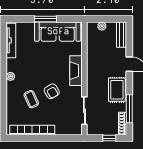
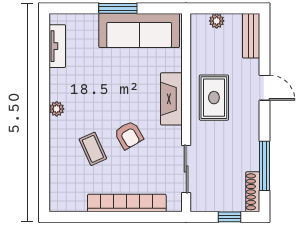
tv unit: (11, 40) -> (57, 46), width x0.71
rug: (117, 90) -> (214, 98), moved
bookcase: (32, 130) -> (127, 203), moved

